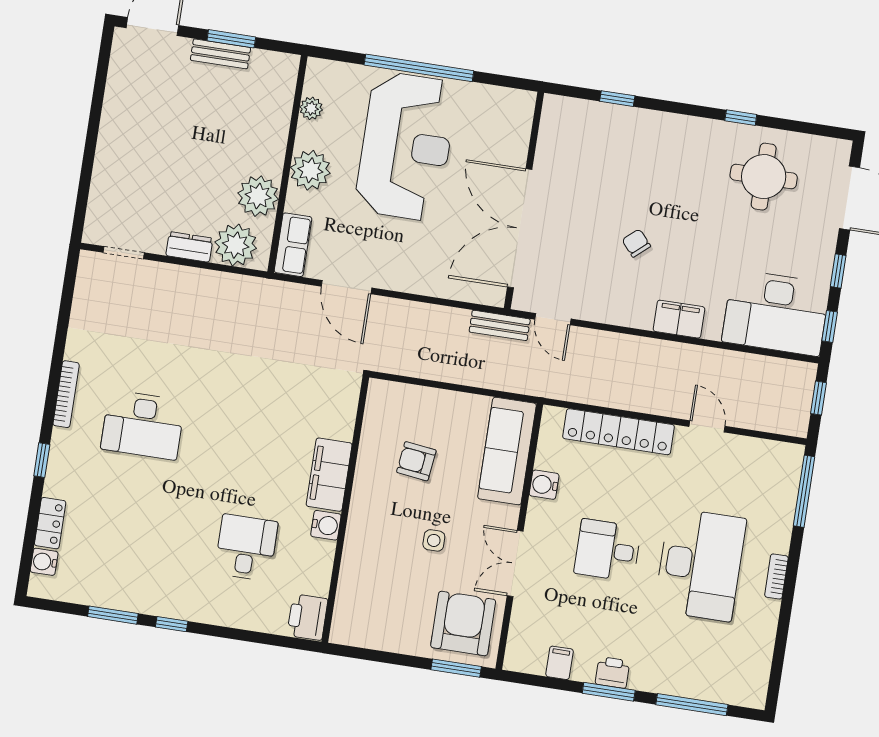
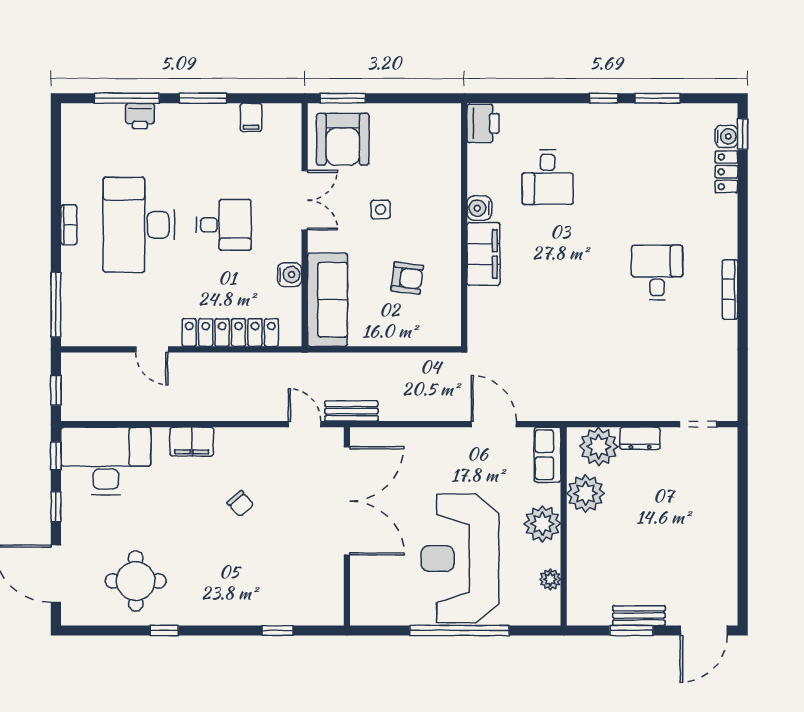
desk: (143, 425) -> (657, 272), width x0.73
window: (42, 460) -> (743, 134), moved
printer: (613, 672) -> (140, 116), moved

